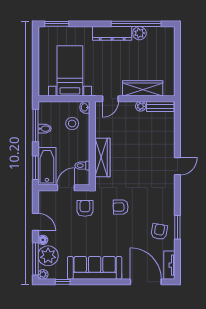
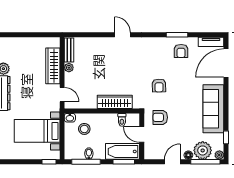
window: (35, 84) -> (49, 162), added
armchair: (159, 232) -> (181, 51), turned -100

